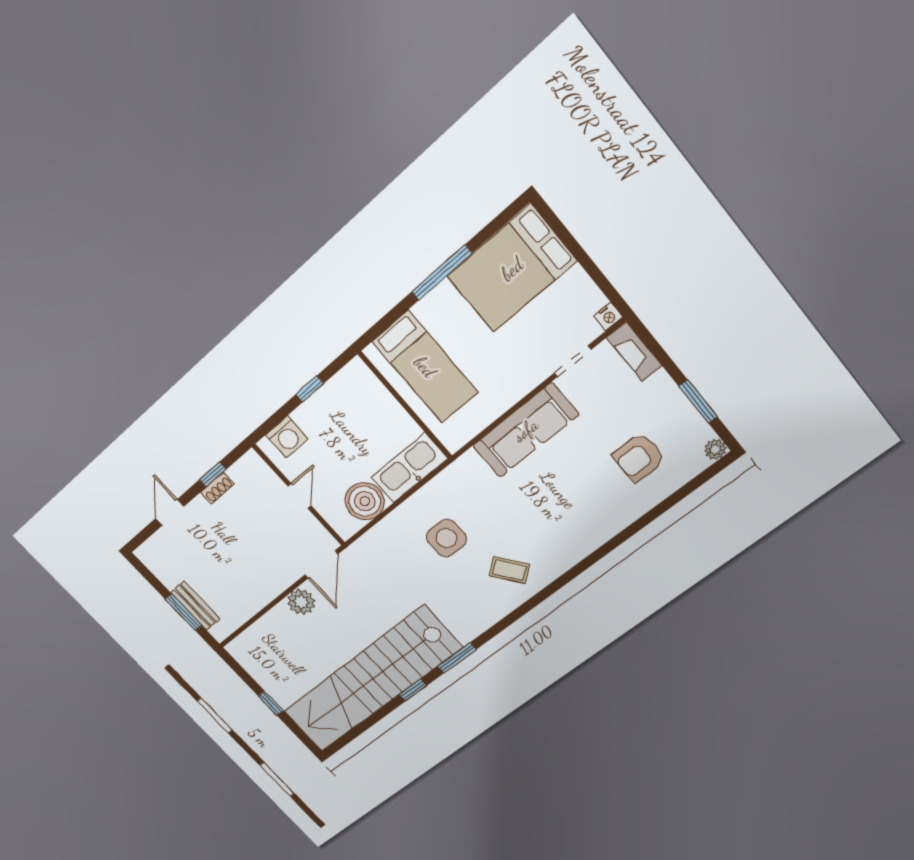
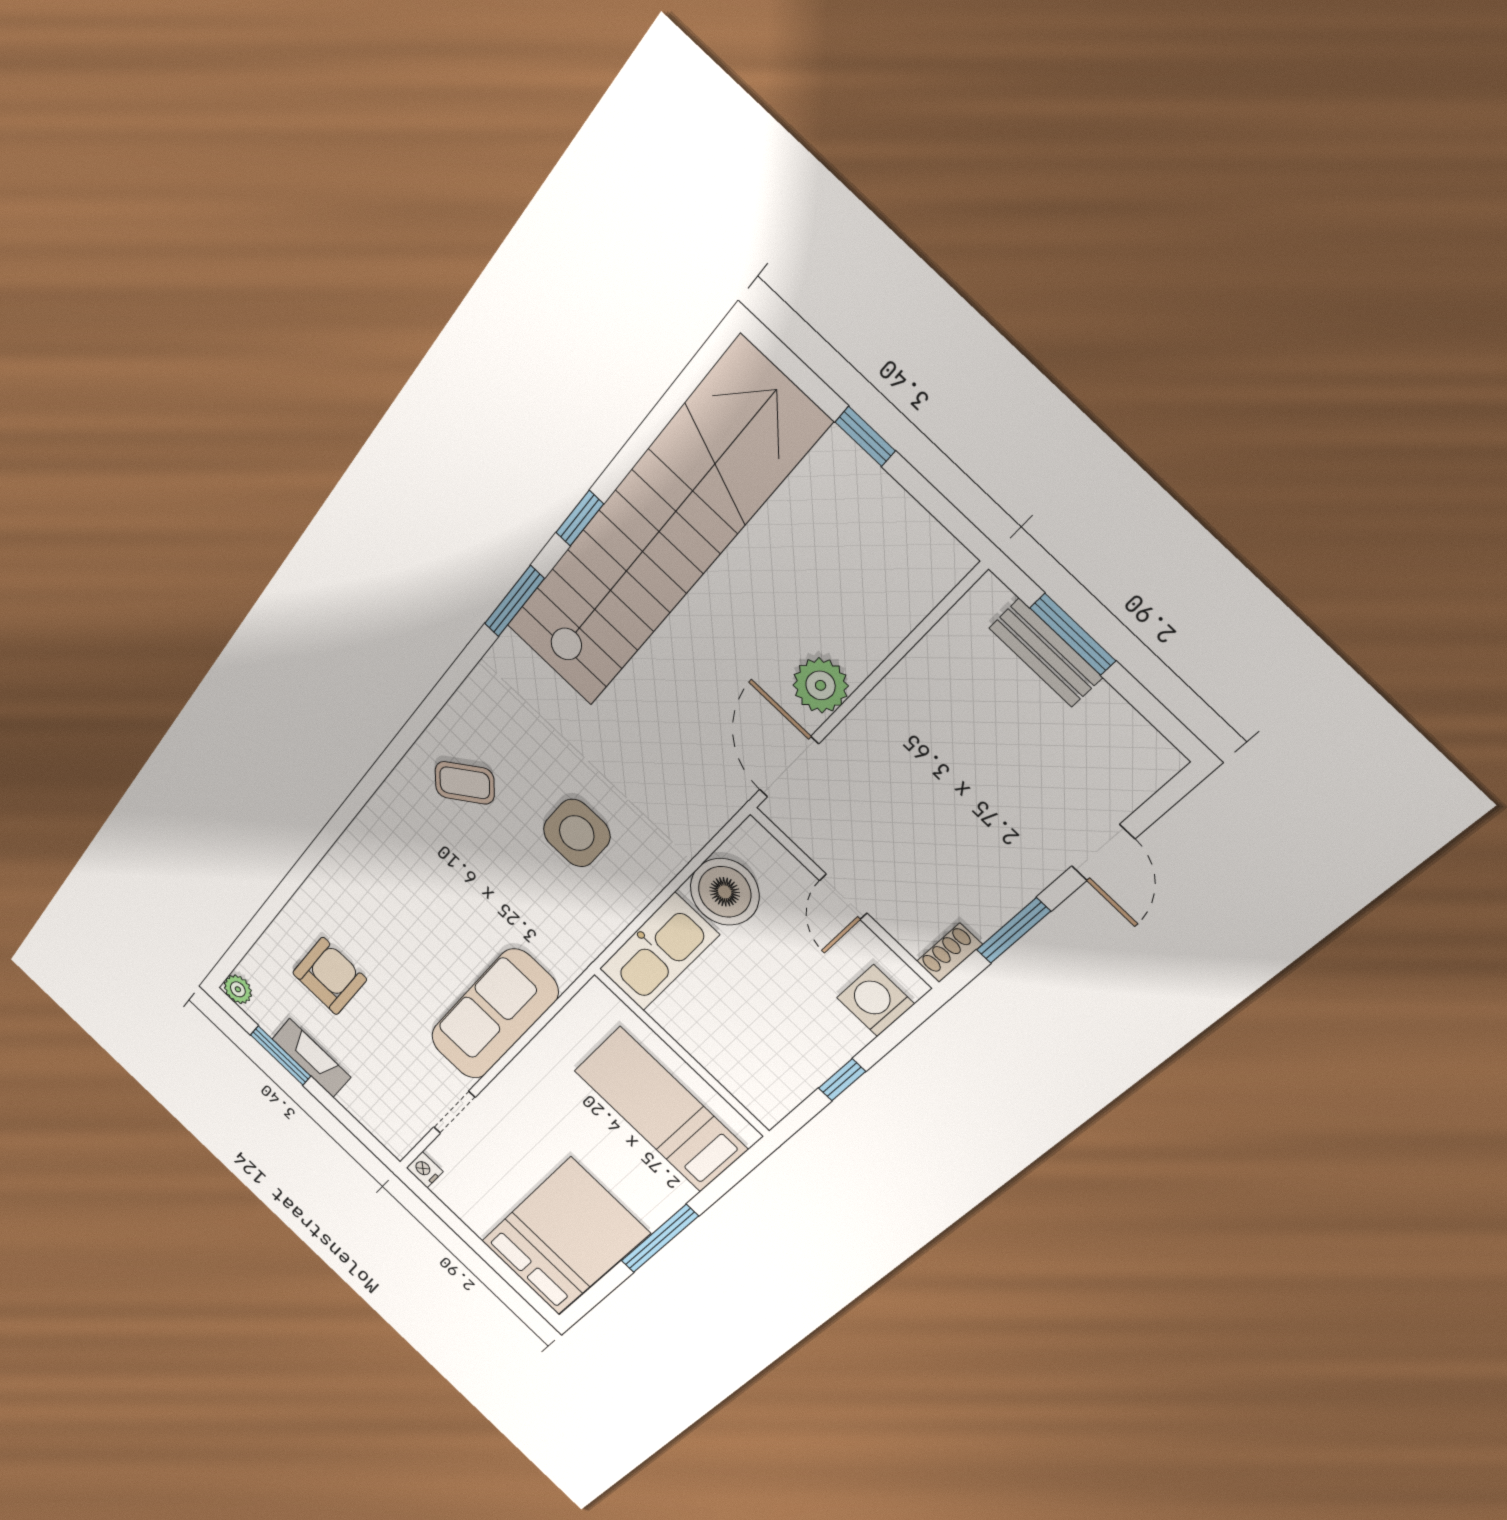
fireplace: (634, 351) -> (311, 1058), moved
window: (213, 474) -> (1013, 931), width x1.50
shoe rack: (217, 488) -> (949, 953), moved

